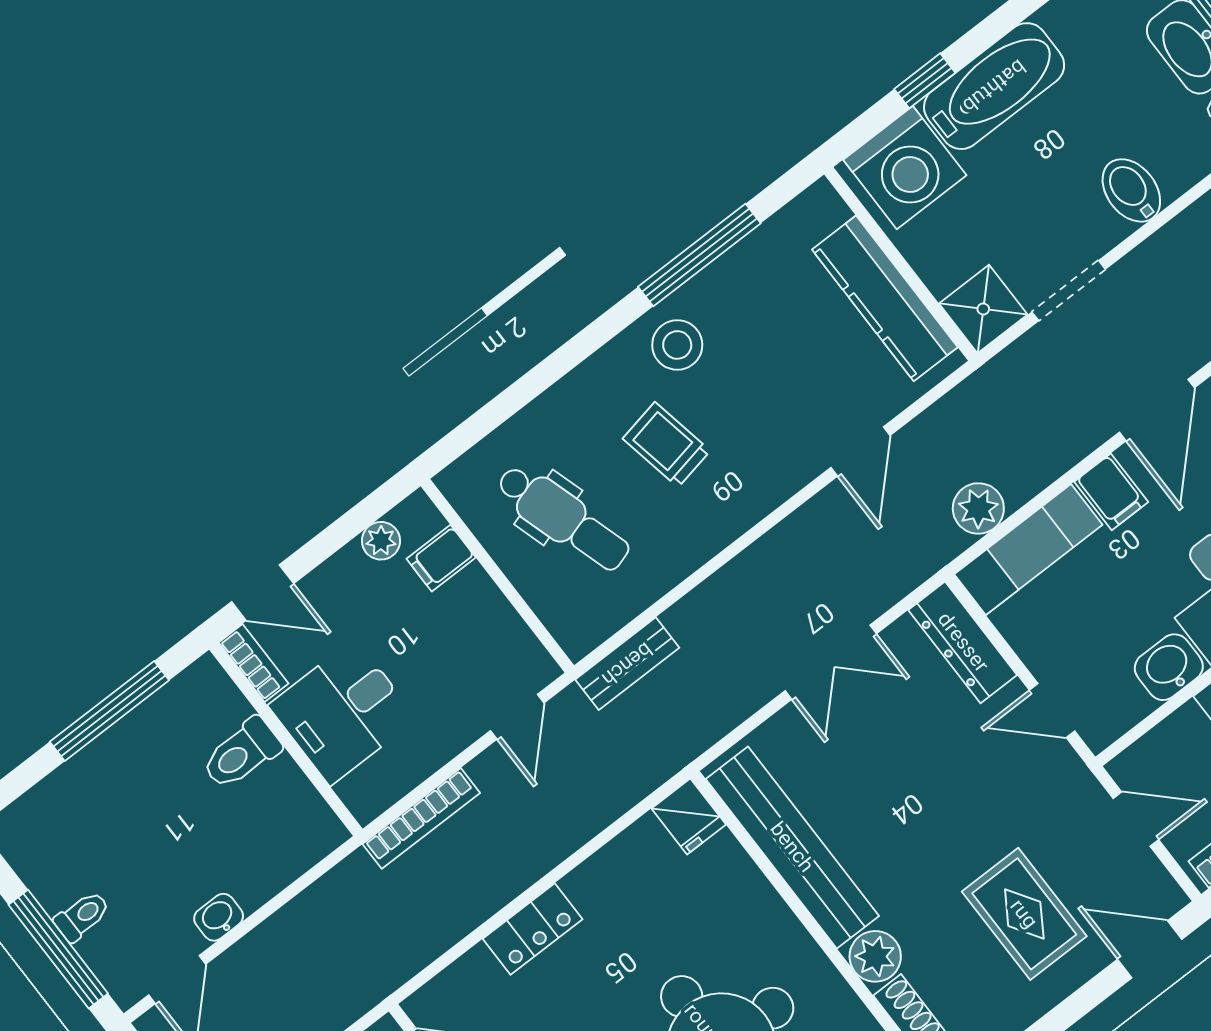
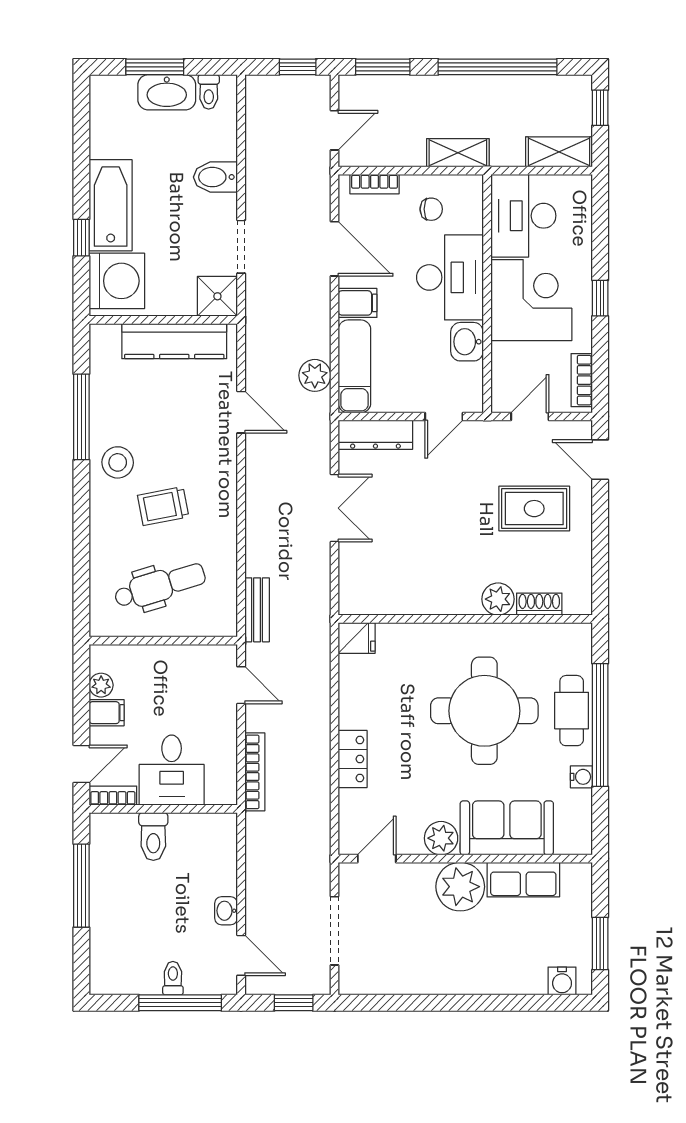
filing cabinet: (441, 558) -> (107, 713), moved, turned -90
bench: (792, 847) -> (412, 598), removed
door: (1150, 949) -> (600, 460), hinge flipped

